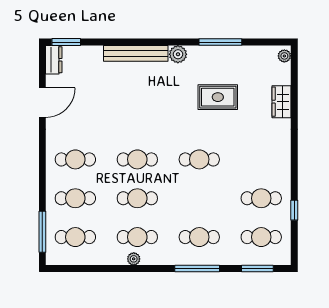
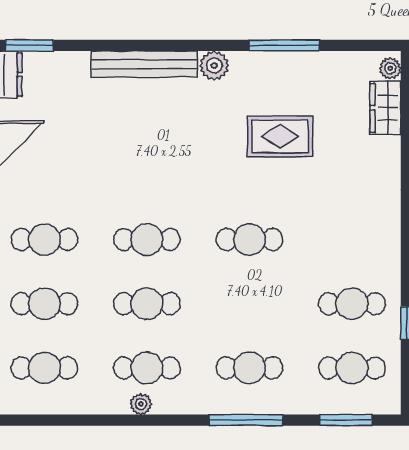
wardrobe: (281, 102) -> (385, 108), moved

